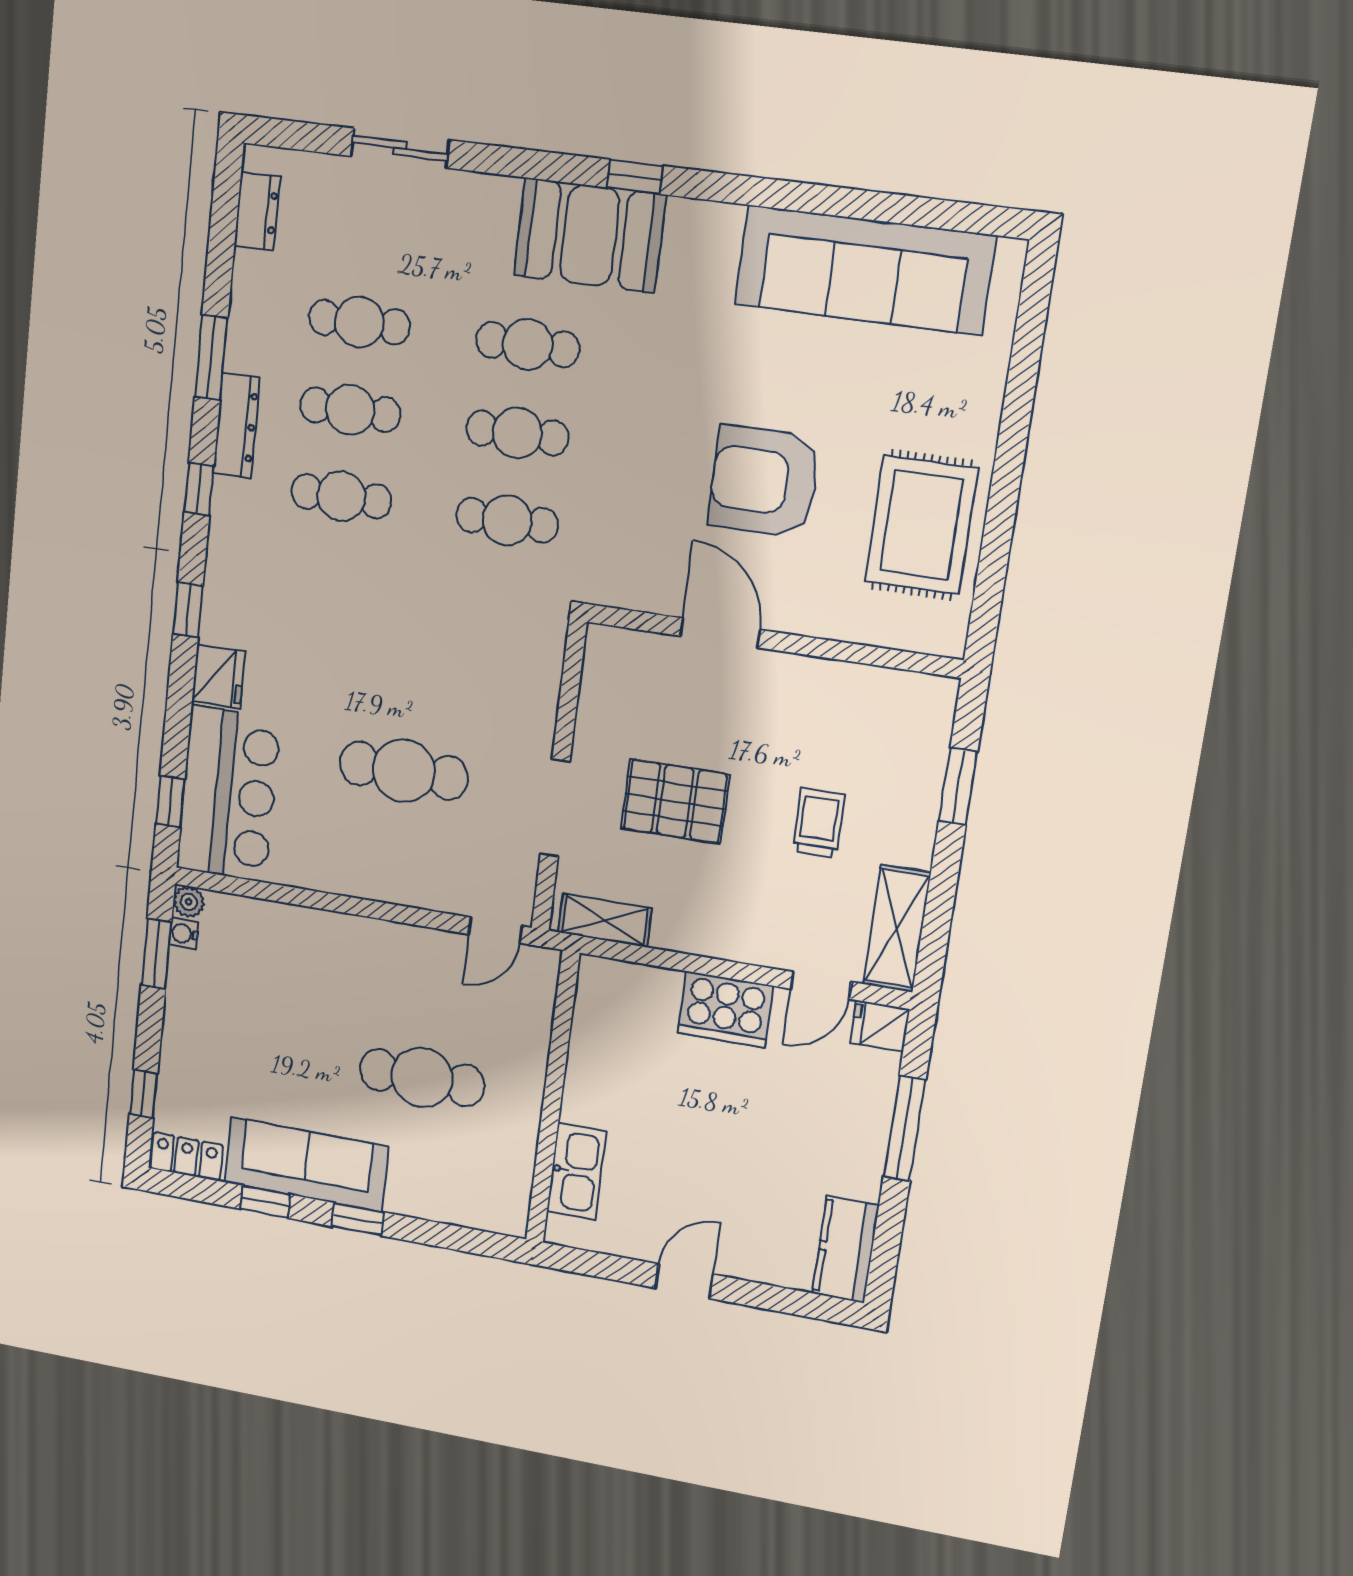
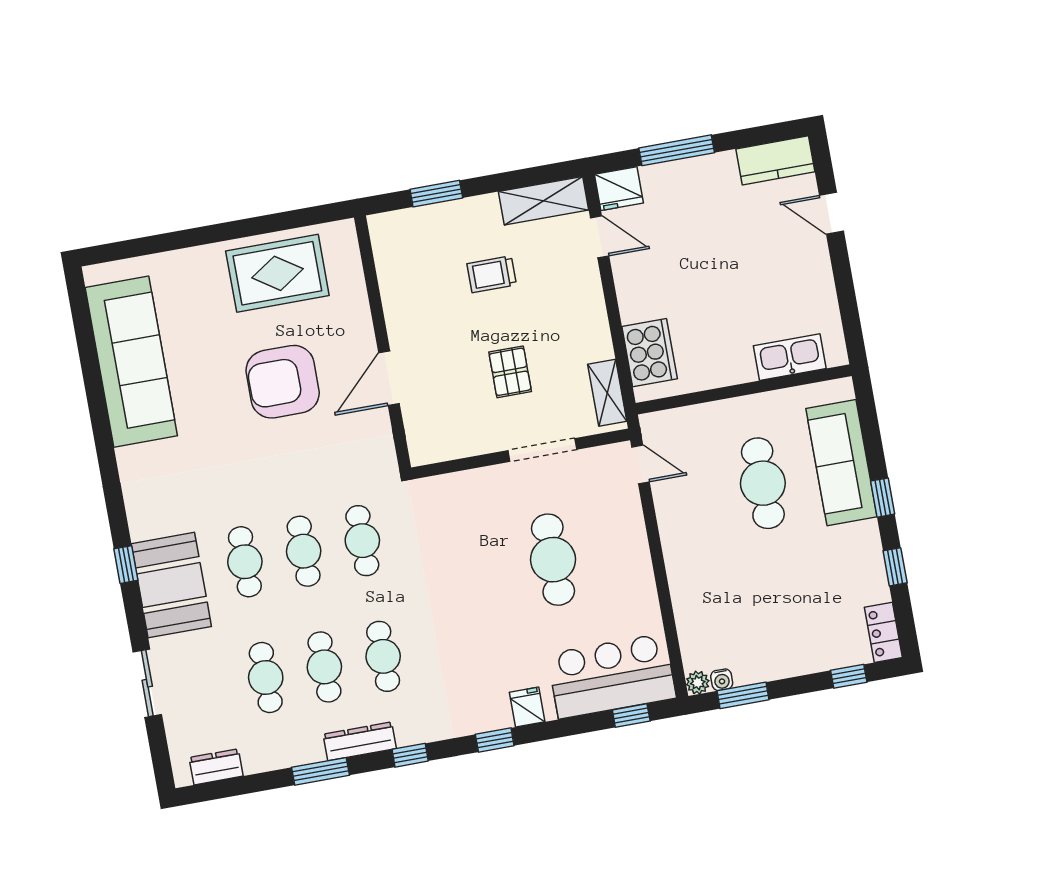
window: (635, 177) -> (126, 565), moved
booth: (590, 235) -> (171, 585), moved
armchair: (764, 481) -> (283, 382), turned 90
fridge: (218, 676) -> (527, 707), width x0.72
pallet: (675, 801) -> (510, 372), width x0.67, depth x0.71
cooker: (726, 1009) -> (650, 353), moved
fridge: (880, 1026) -> (619, 189), width x1.38
sofa: (306, 1164) -> (841, 463), moved
door: (684, 1281) -> (831, 213), moved

